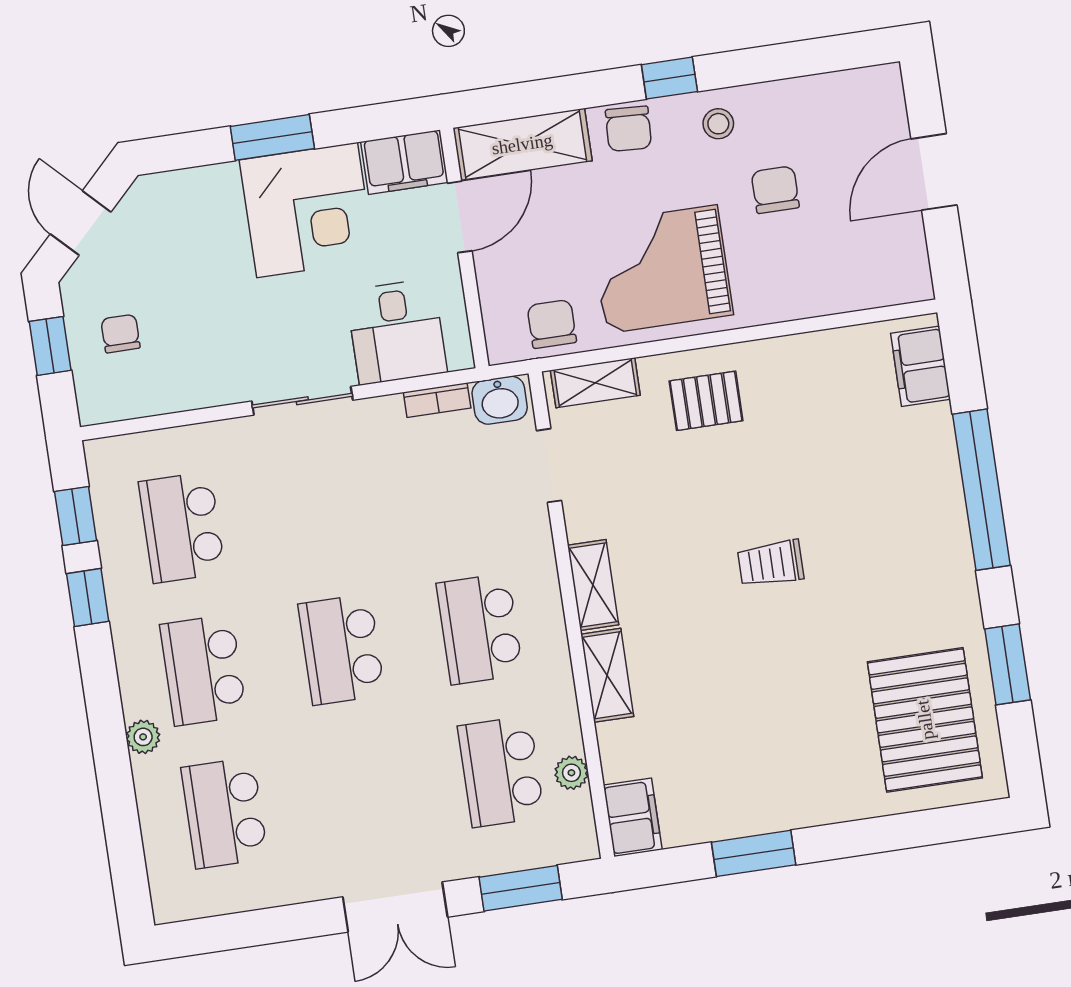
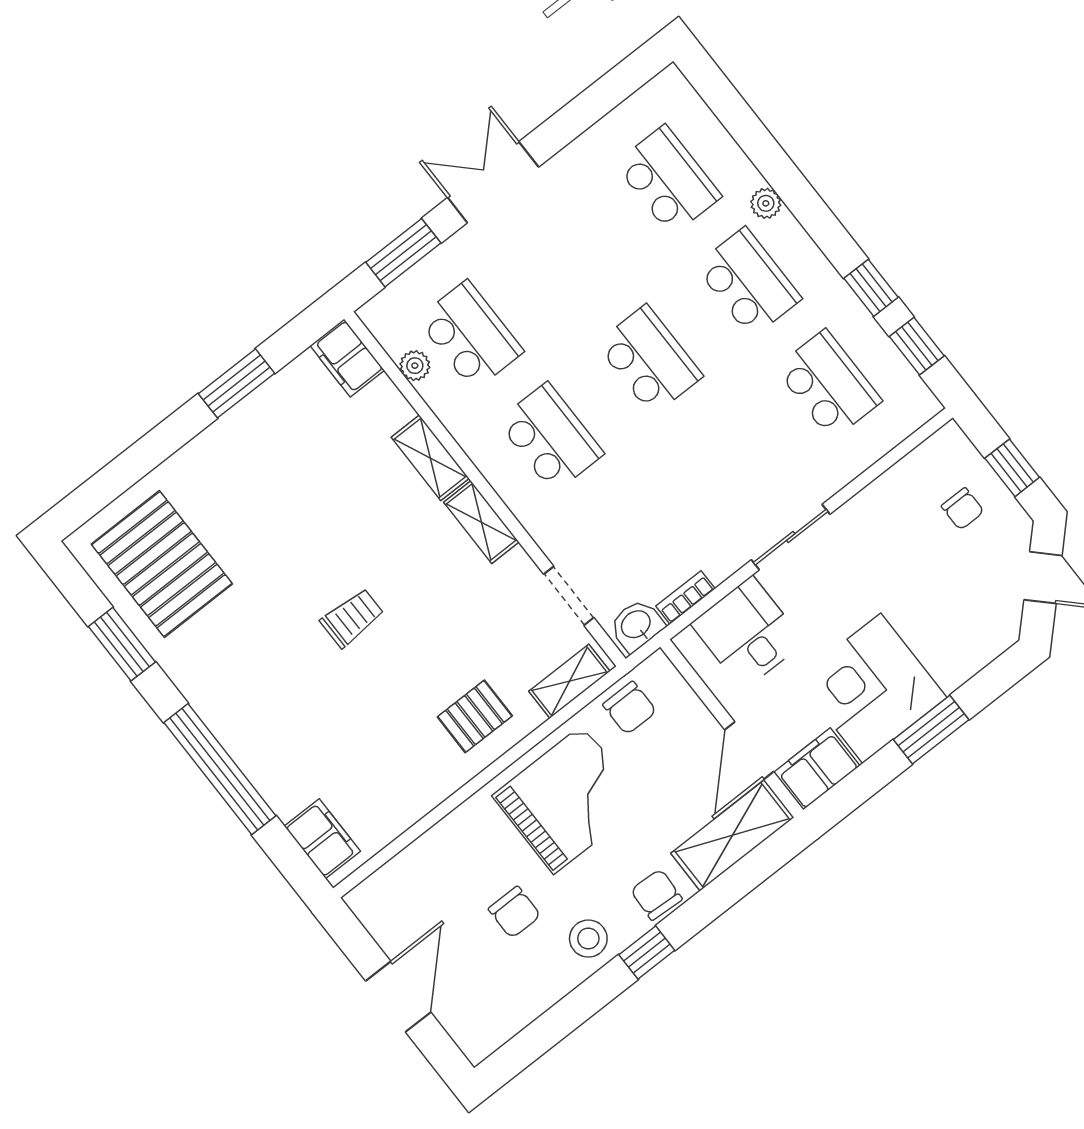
stool: (718, 124) -> (588, 939), width x1.37, depth x1.37

